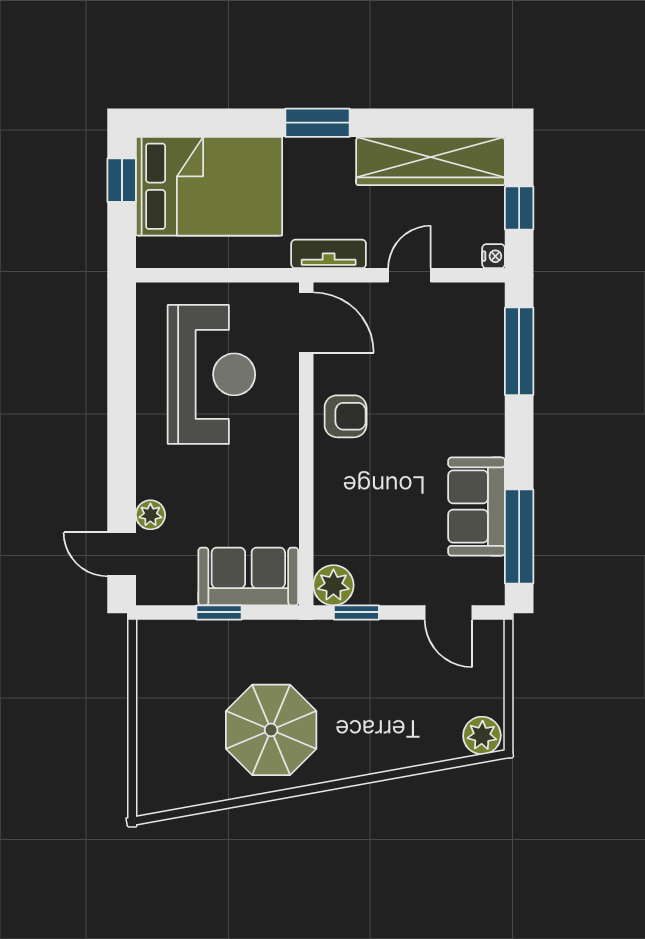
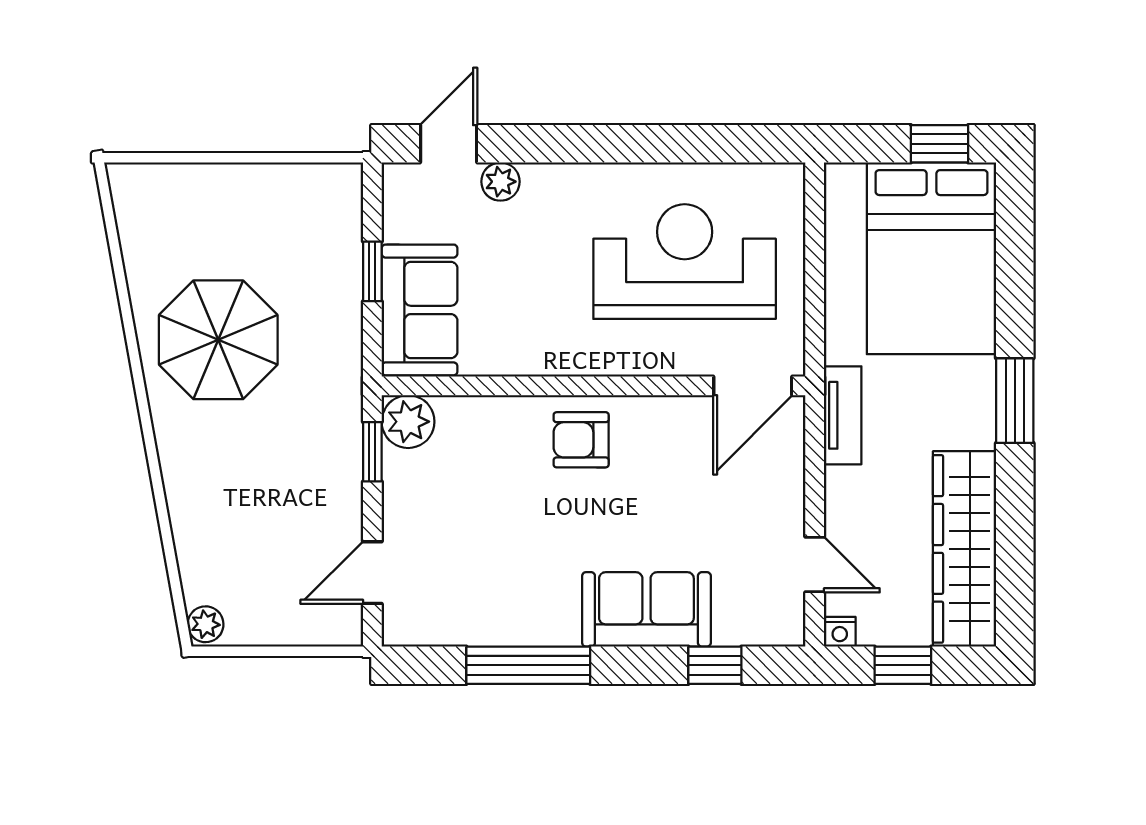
door: (409, 275) -> (815, 565), moved
window: (519, 351) -> (715, 665), width x0.46
reception desk: (211, 374) -> (685, 262), turned 180
armchair: (346, 416) -> (581, 440), moved, turned 90
sofa: (477, 507) -> (646, 609), moved
window: (519, 537) -> (528, 665), moved
plant: (482, 735) -> (206, 624), width x0.73, depth x0.73

